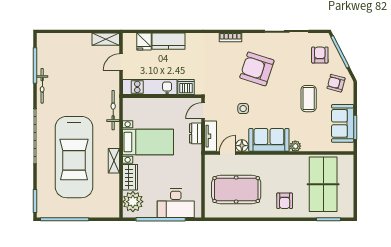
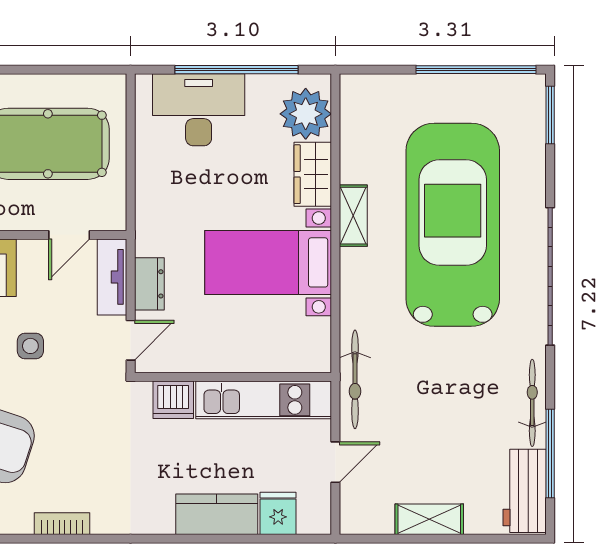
shelving: (106, 39) -> (429, 519), moved
workbench: (45, 51) -> (525, 491), added
bicycle: (113, 110) -> (355, 379), moved
floor lamp: (242, 146) -> (34, 254), removed

